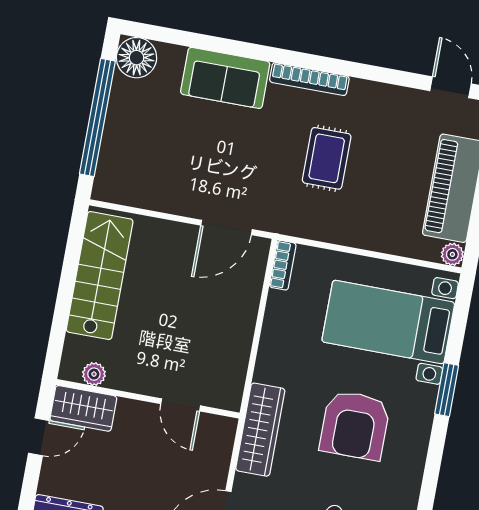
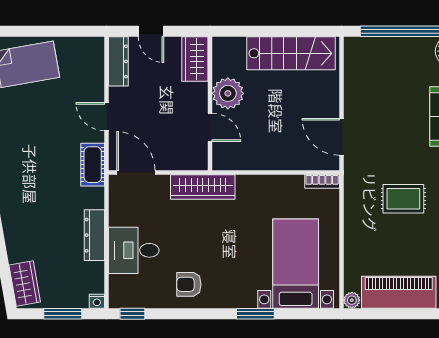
plant: (94, 374) -> (228, 93), moved, width x1.88, depth x1.88
door: (181, 405) -> (210, 127), swing flipped
armchair: (355, 425) -> (189, 284), moved, width x0.53, depth x0.53
door: (39, 437) -> (151, 31), moved

